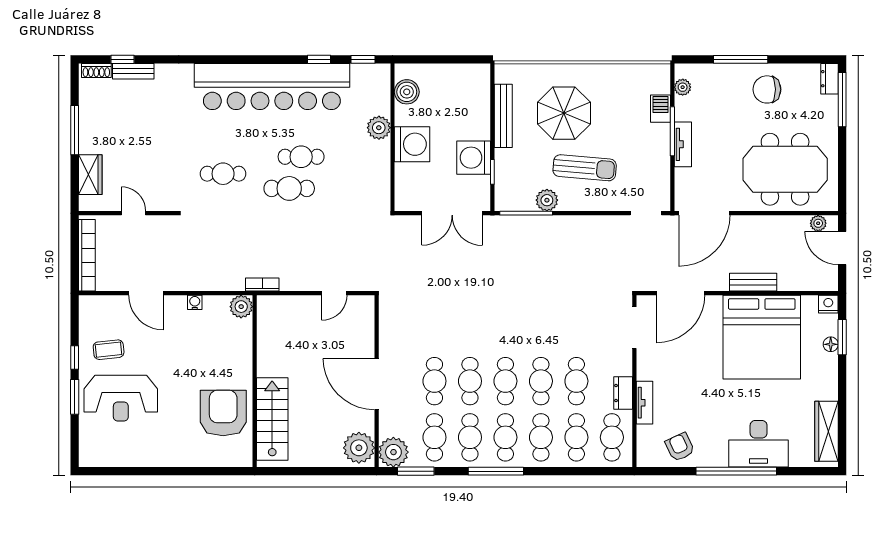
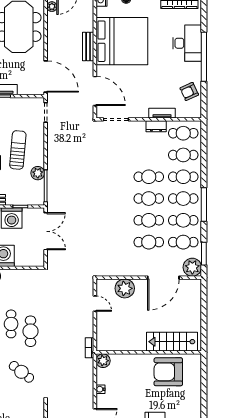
cafe table: (223, 174) -> (21, 372), turned -52
cafe table: (576, 381) -> (149, 155), removed
door: (377, 384) -> (163, 278), moved
plant: (359, 448) -> (125, 288), moved

